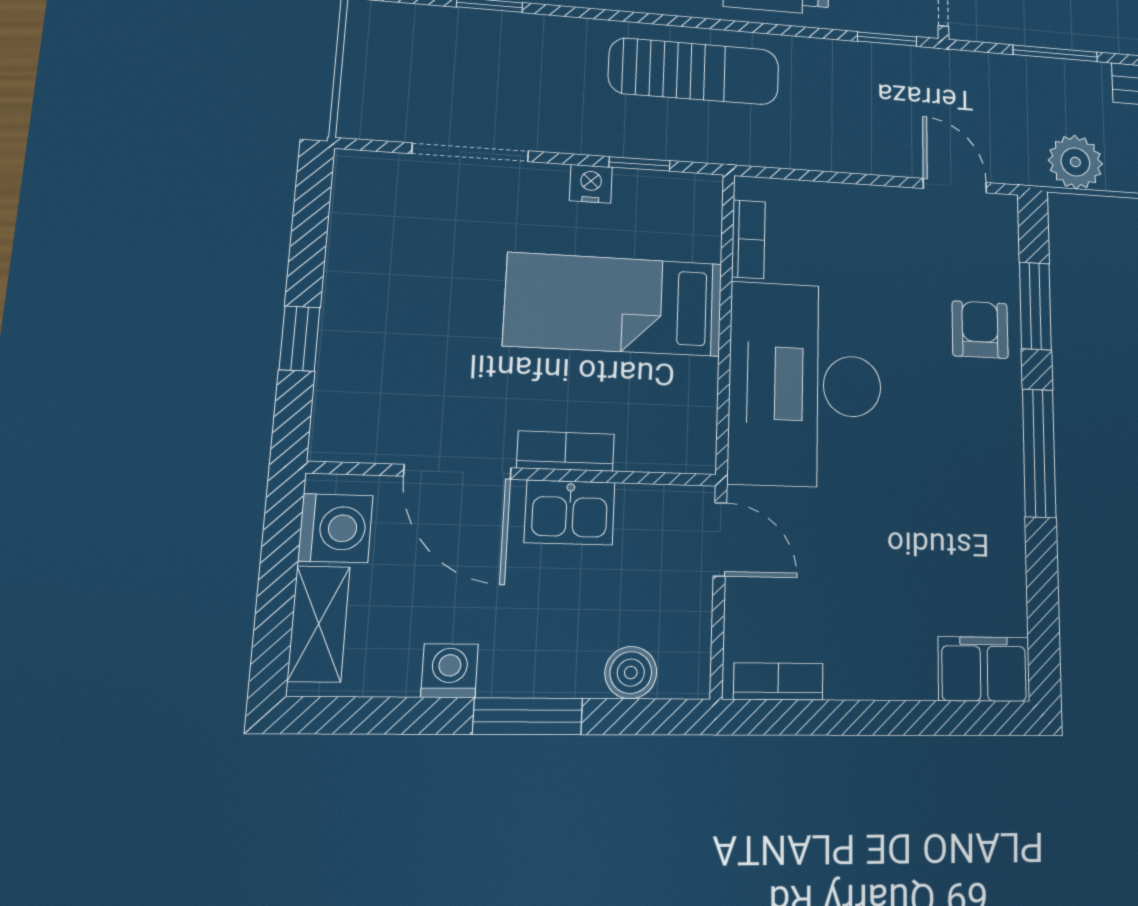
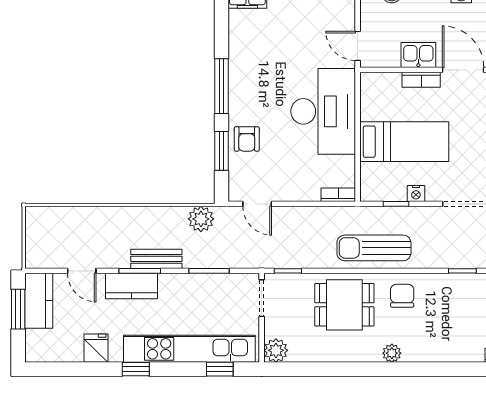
bookcase: (748, 239) -> (338, 195), moved, turned 90

